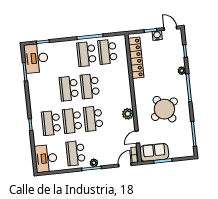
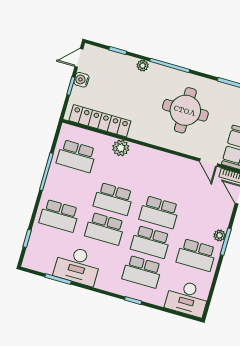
school desk: (86, 54) -> (59, 216), moved
desk: (36, 58) -> (77, 265), moved
round table: (164, 109) -> (185, 110), turned 34
plant: (128, 114) -> (121, 148), moved

